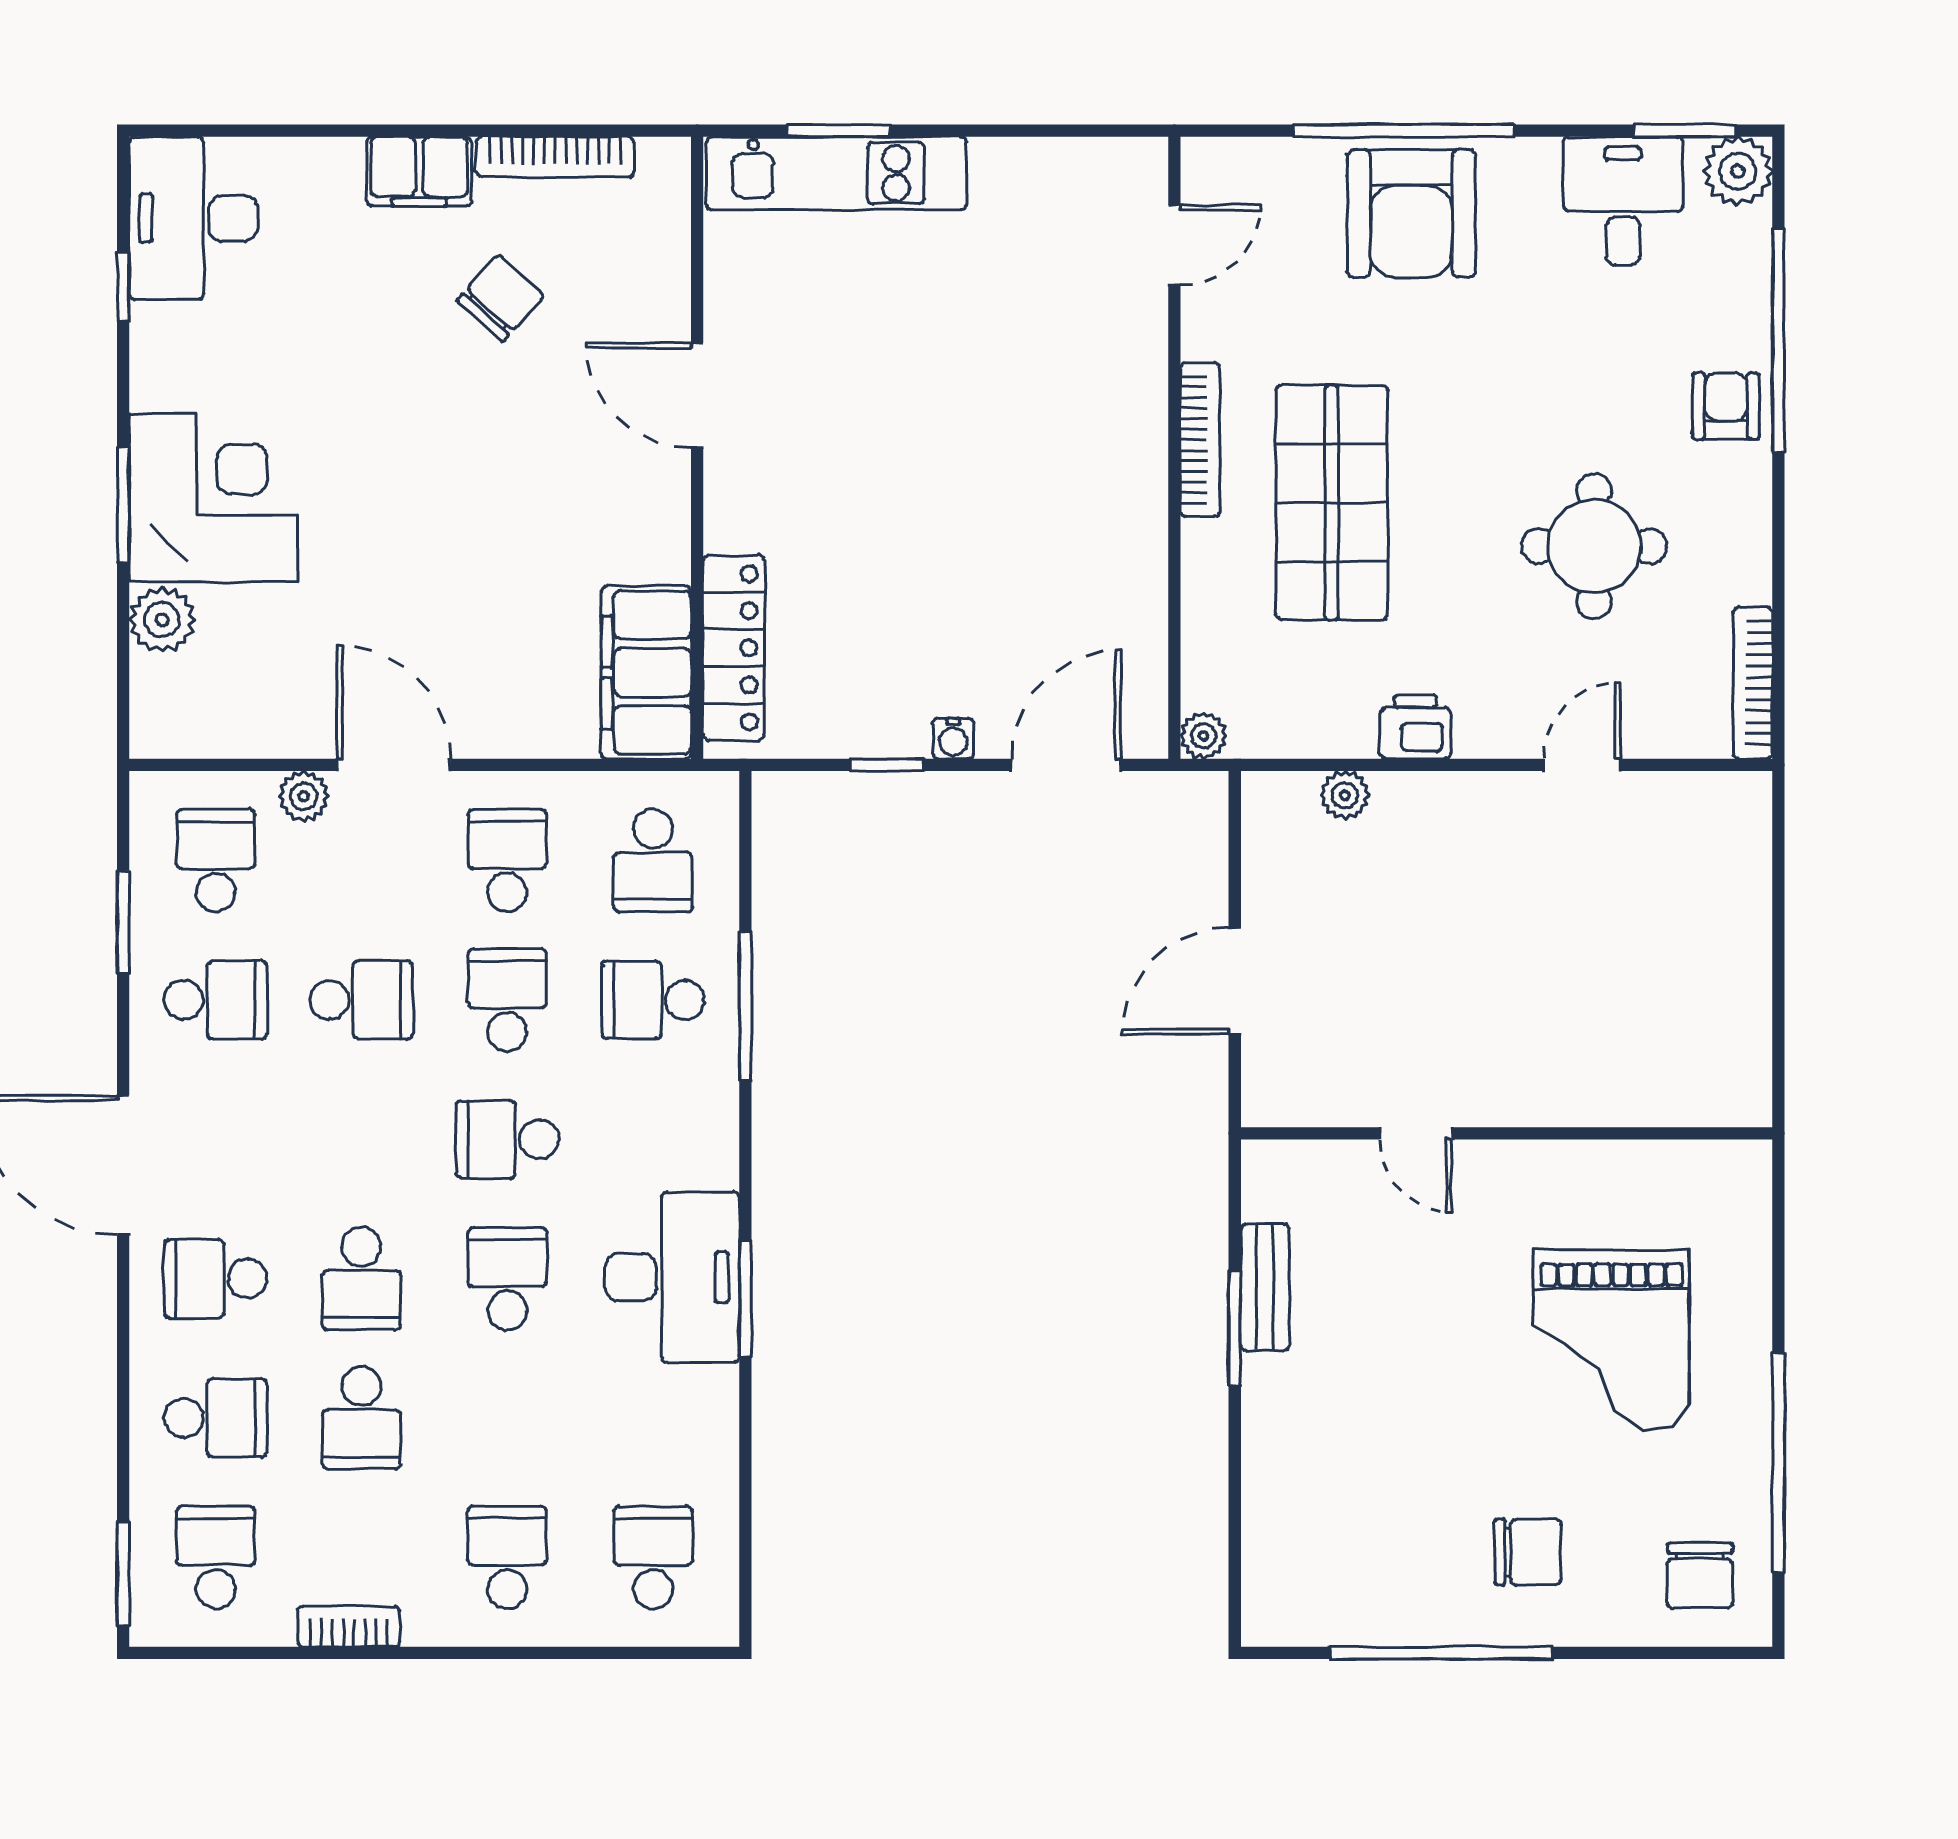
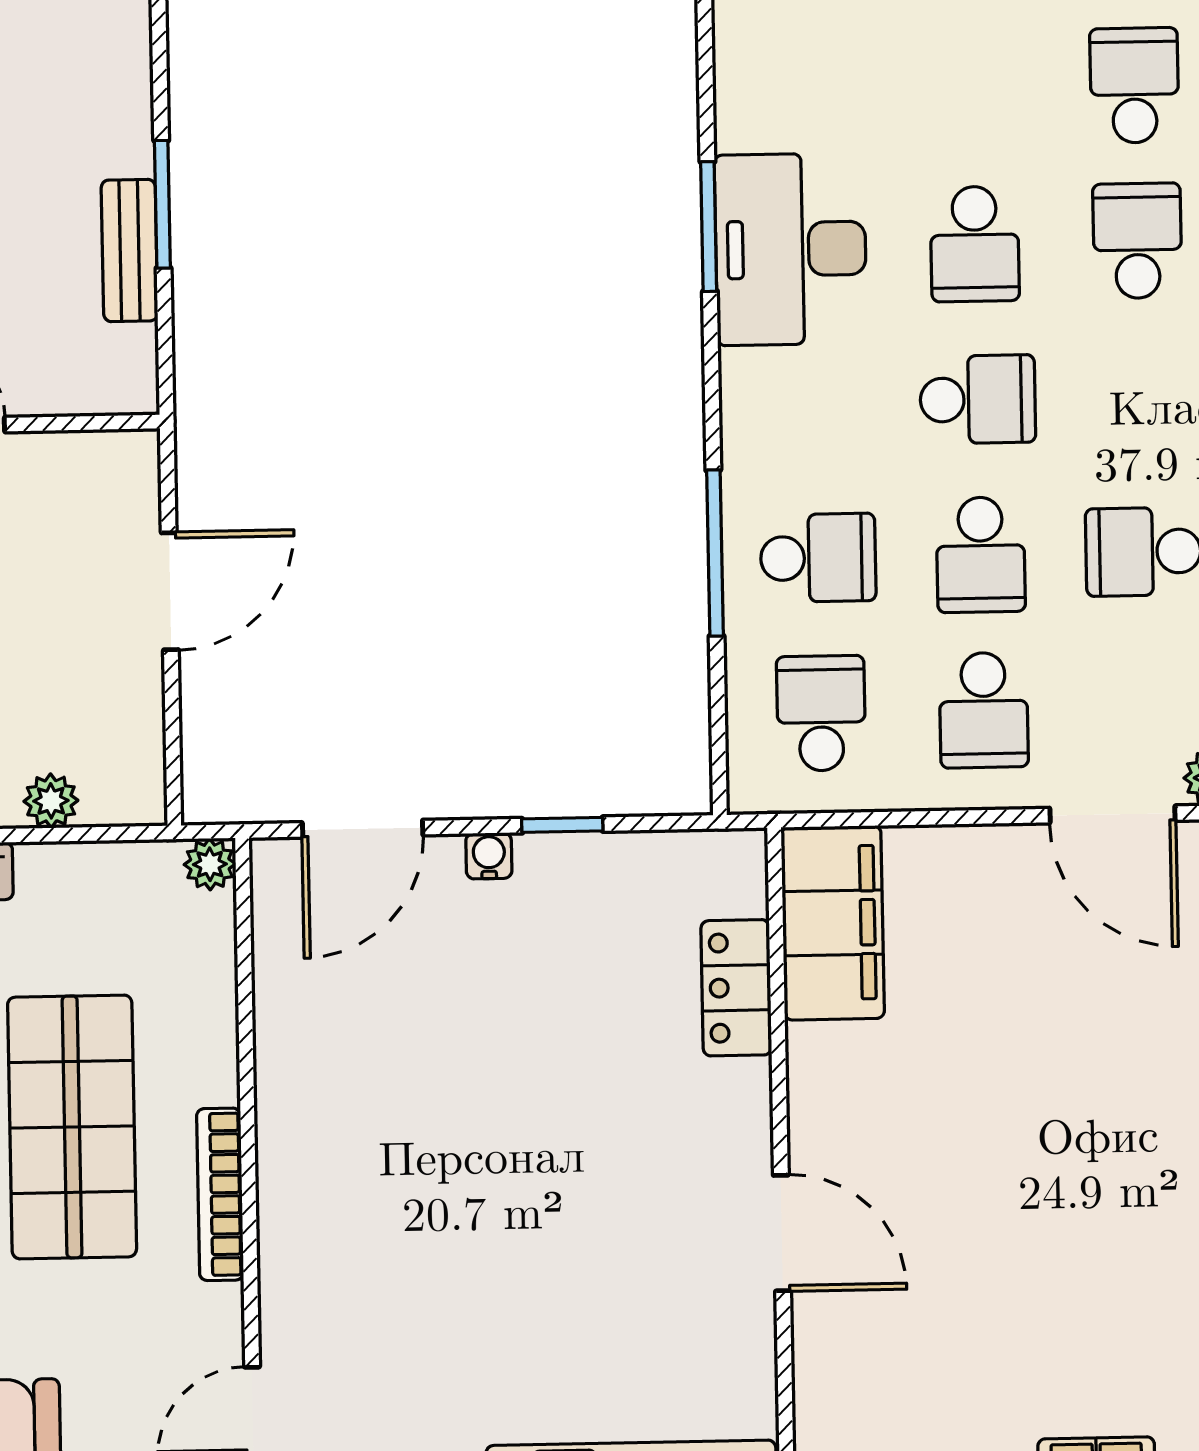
chair: (501, 298) -> (1003, 1337), removed
locker: (734, 648) -> (736, 988), width x0.66

